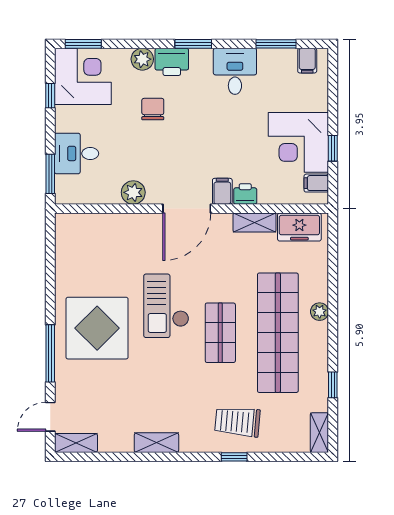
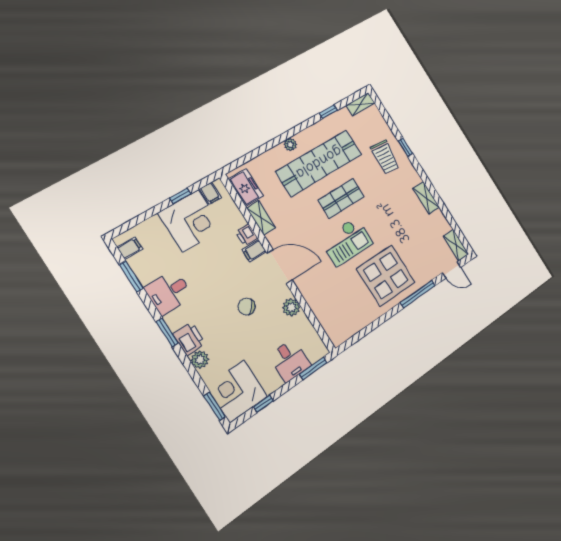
chair: (153, 109) -> (247, 307), moved, turned 41

